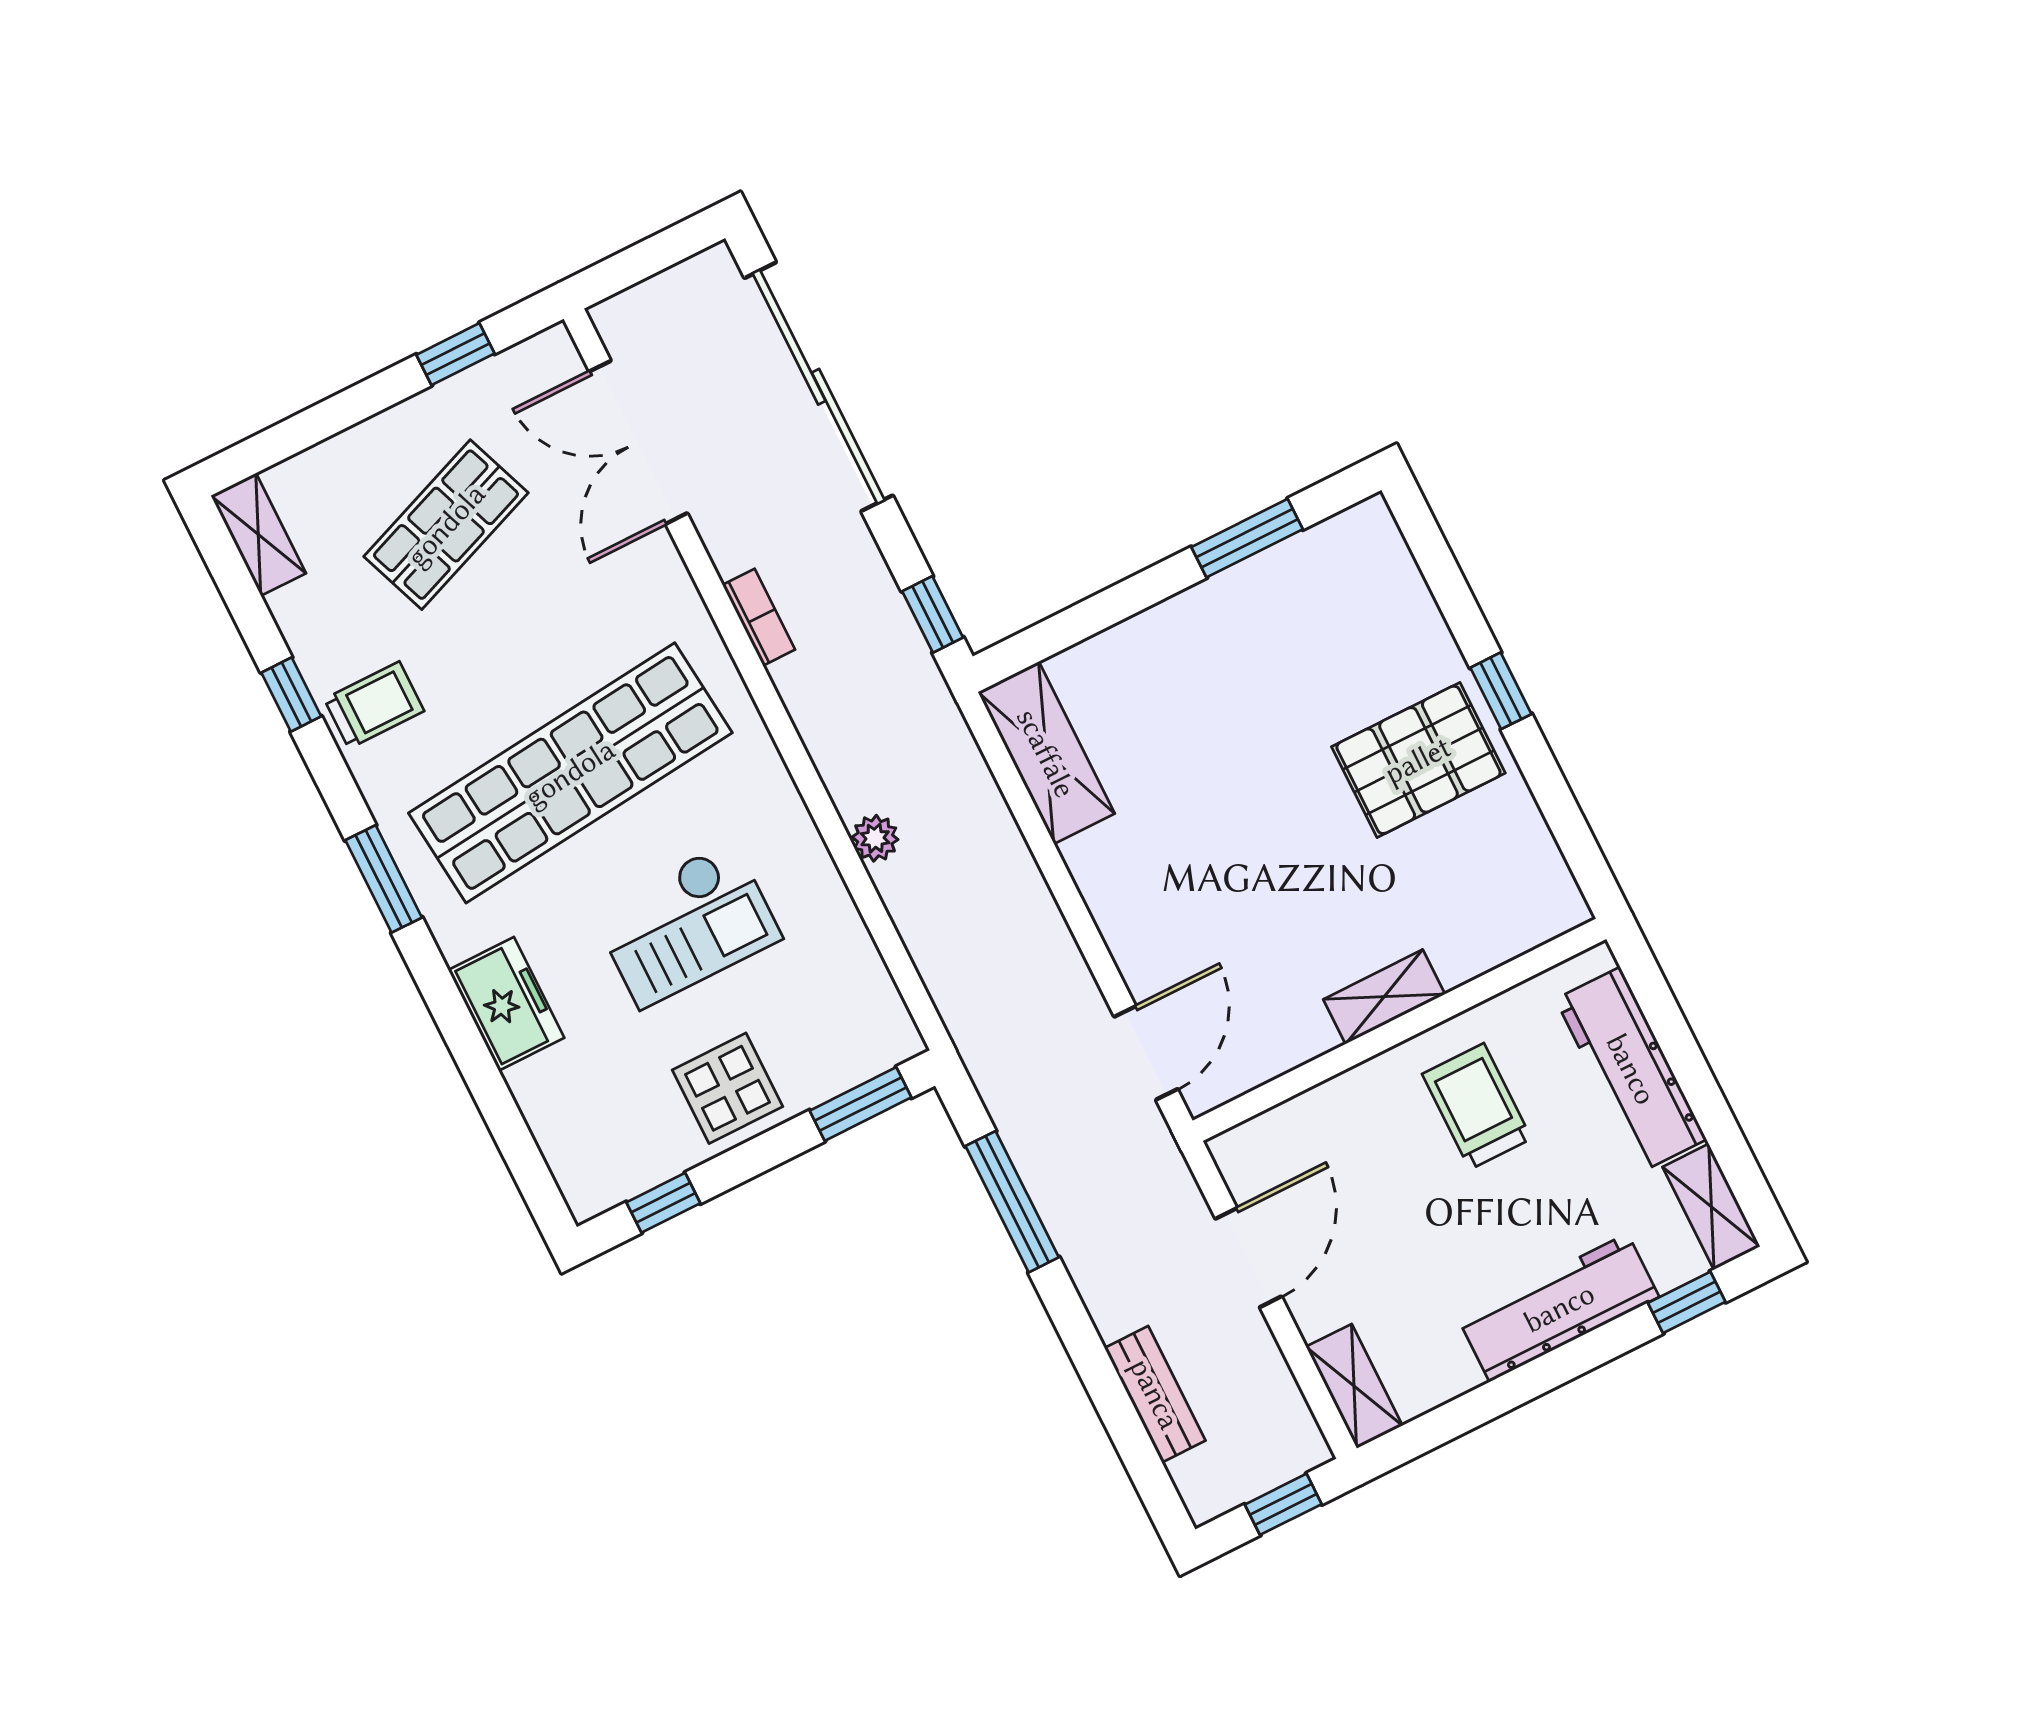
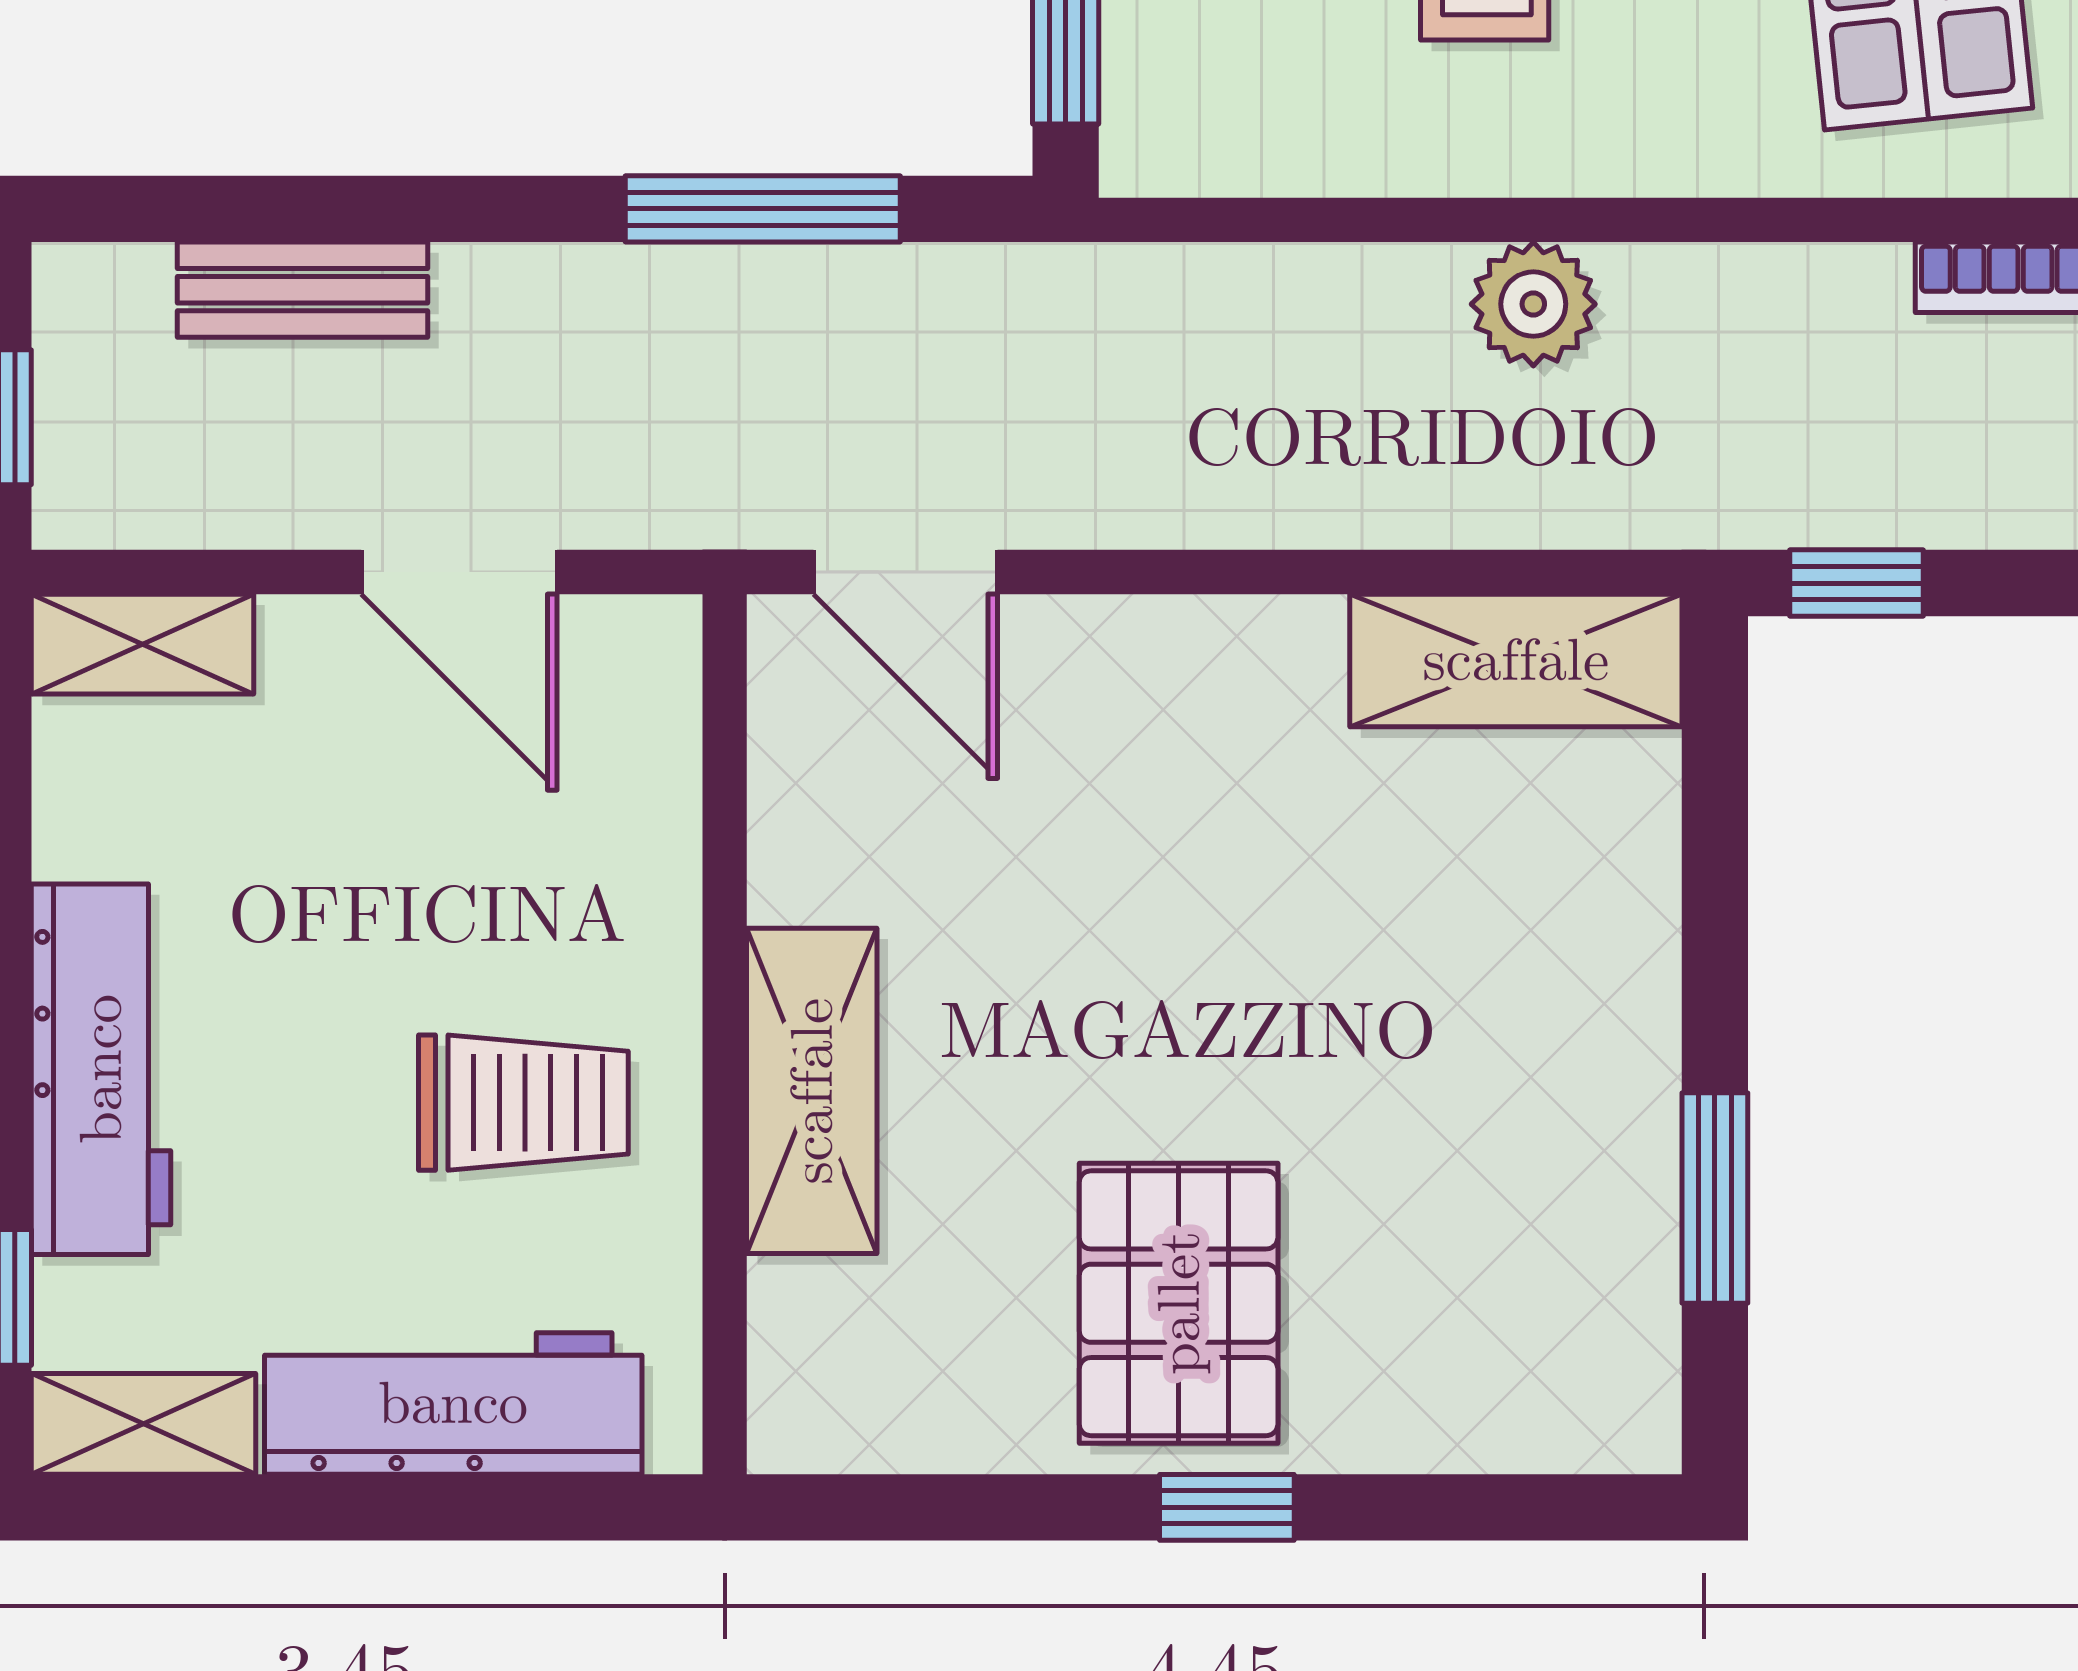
plant: (875, 838) -> (1533, 304), width x1.38, depth x1.38
shelving: (1384, 997) -> (812, 1091), width x1.50, depth x1.33

